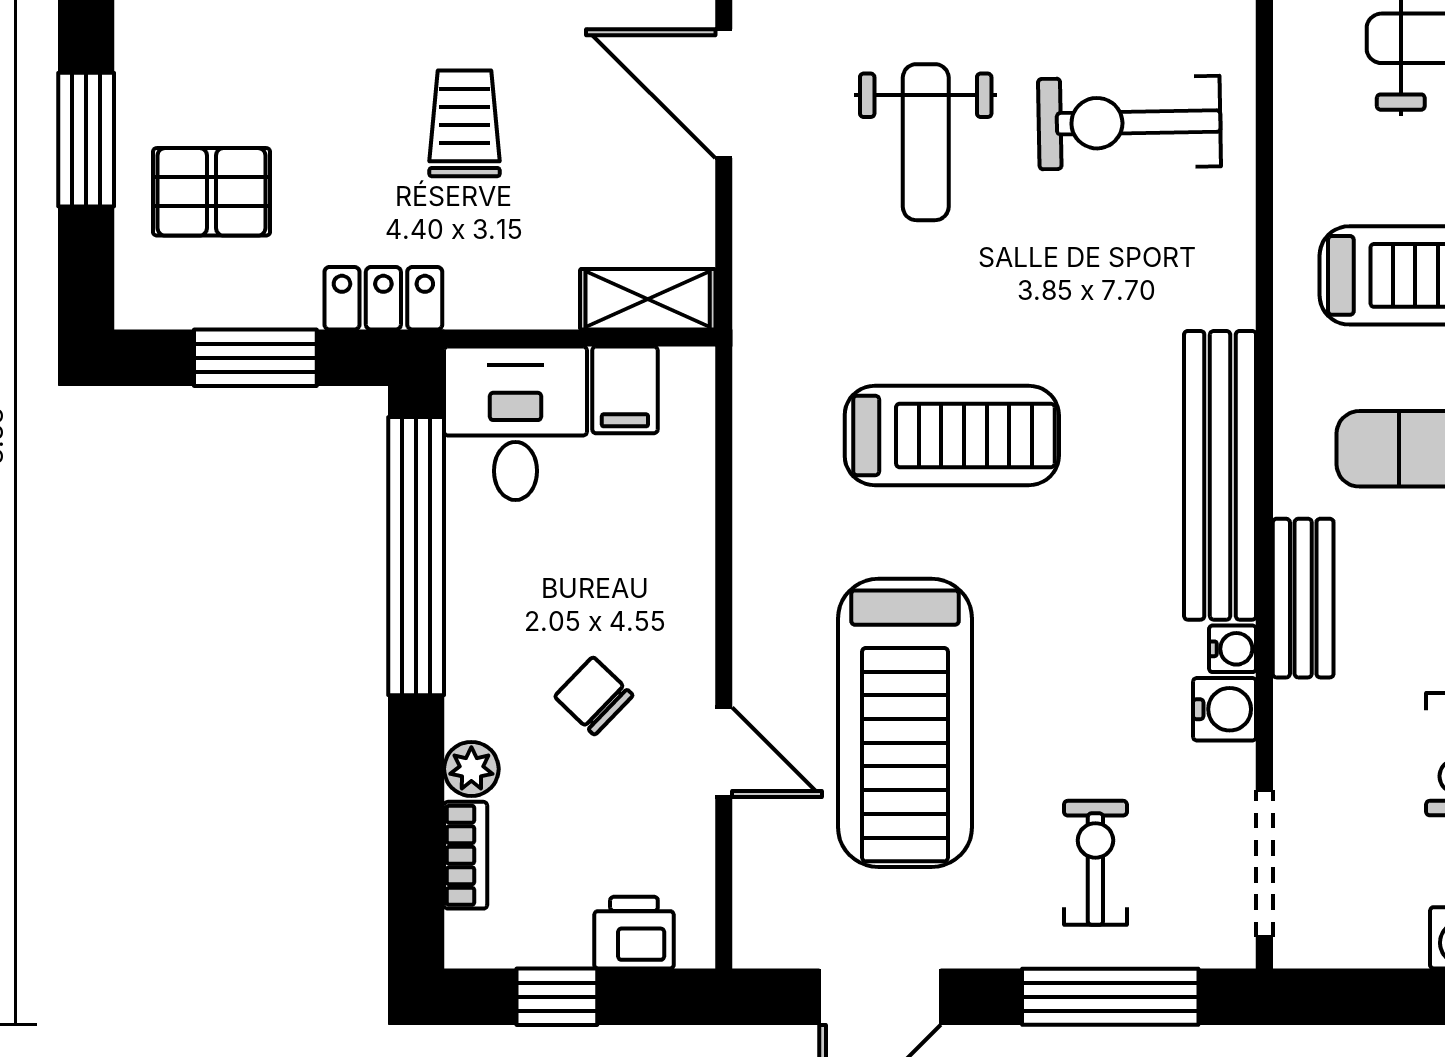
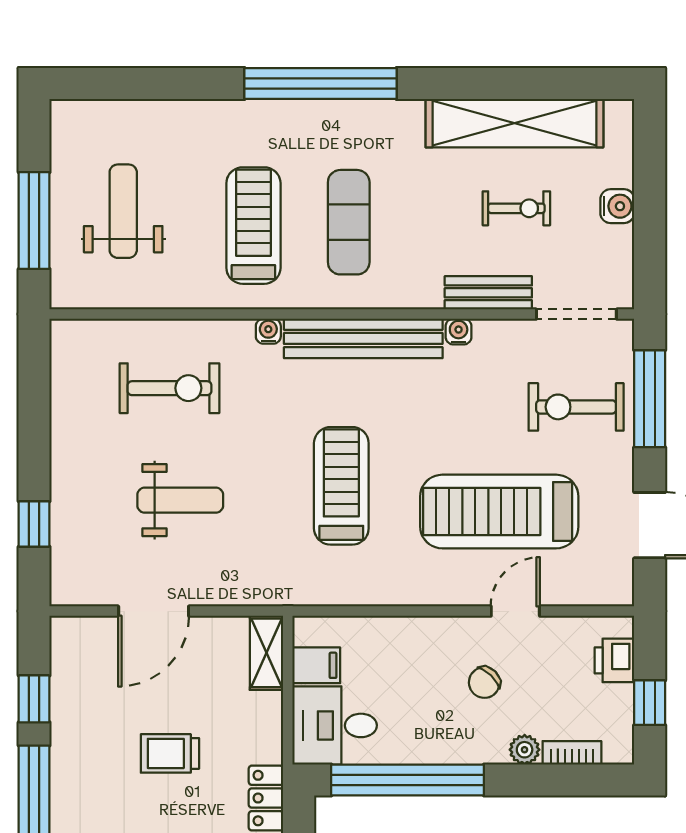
exercise bike: (1130, 123) -> (170, 388), turned -89
bench: (1303, 598) -> (488, 293), moved
water cooler: (1225, 709) -> (268, 331), moved, width x0.72, depth x0.72
treadmill: (905, 723) -> (499, 512), turned 180
exercise bike: (1095, 863) -> (576, 407), width x1.38, depth x1.39

